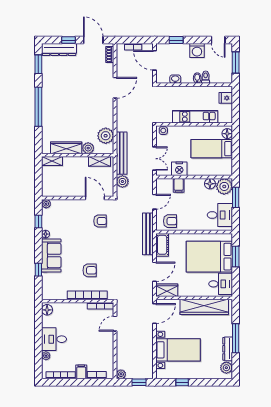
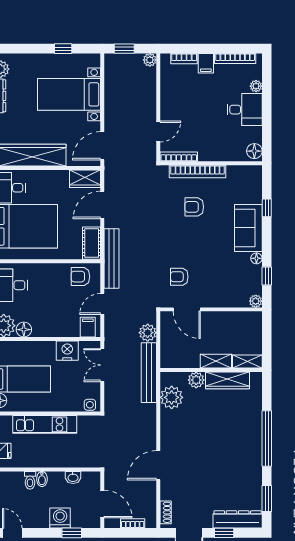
washing machine: (197, 50) -> (60, 518), moved
shelving: (100, 161) -> (216, 361), moved
filing cabinet: (179, 185) -> (88, 327), moved

